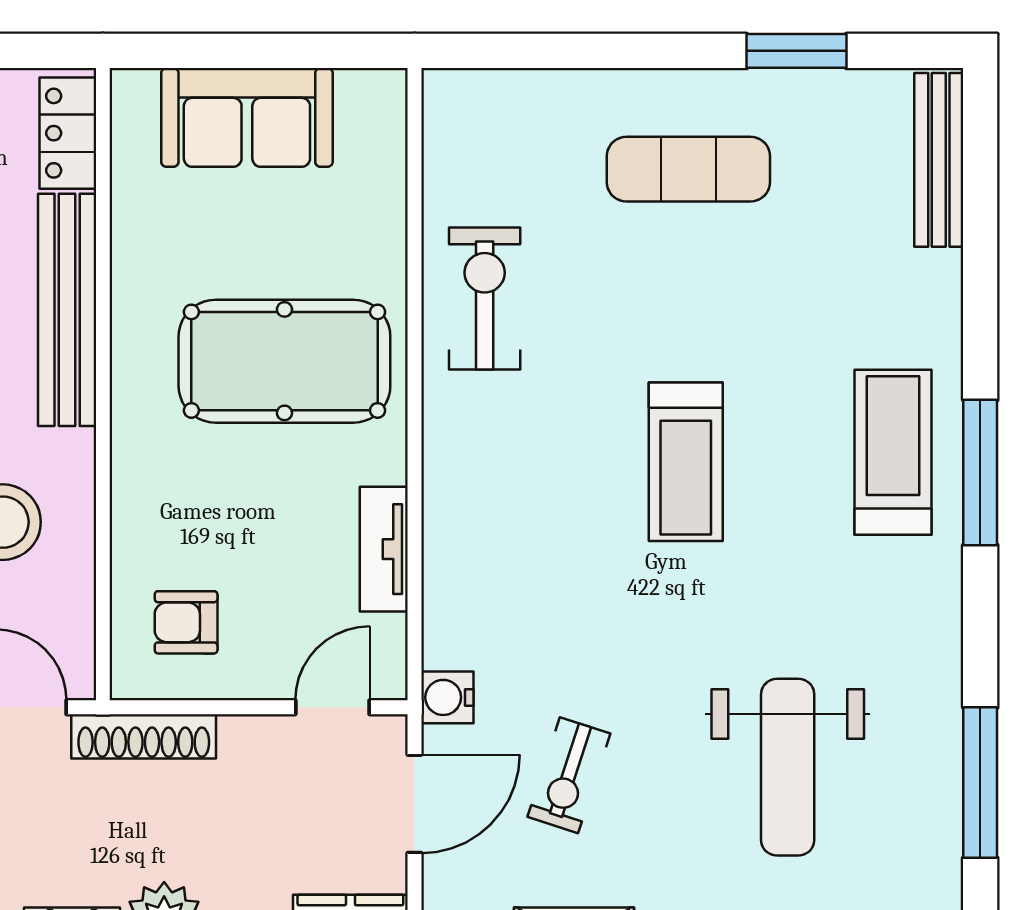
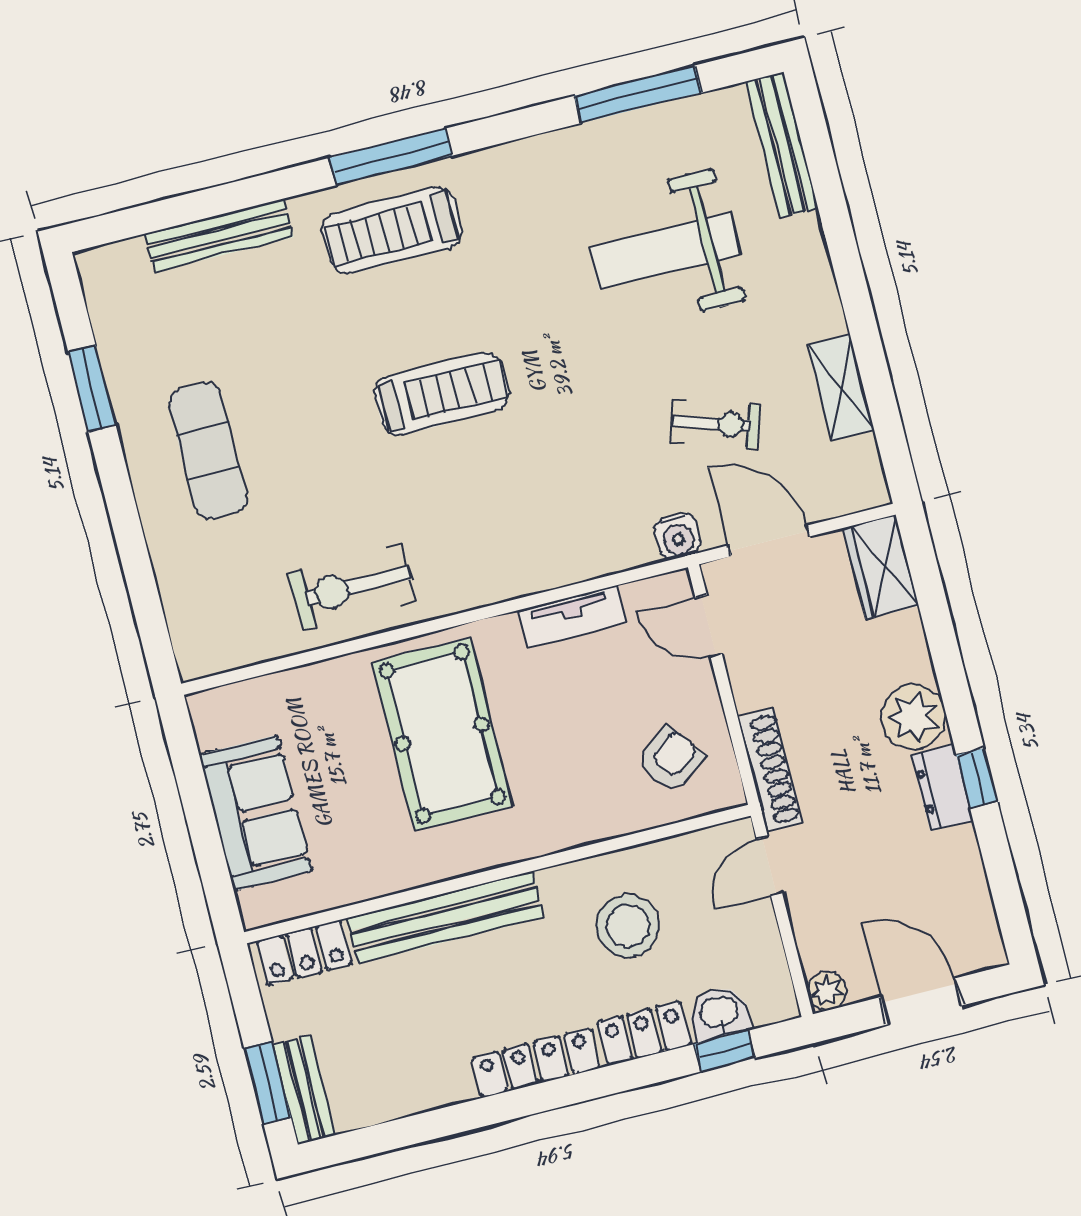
bench: (939, 160) -> (219, 235), moved
armchair: (186, 622) -> (670, 760), turned -128
weight bench: (788, 767) -> (665, 251), turned 180

